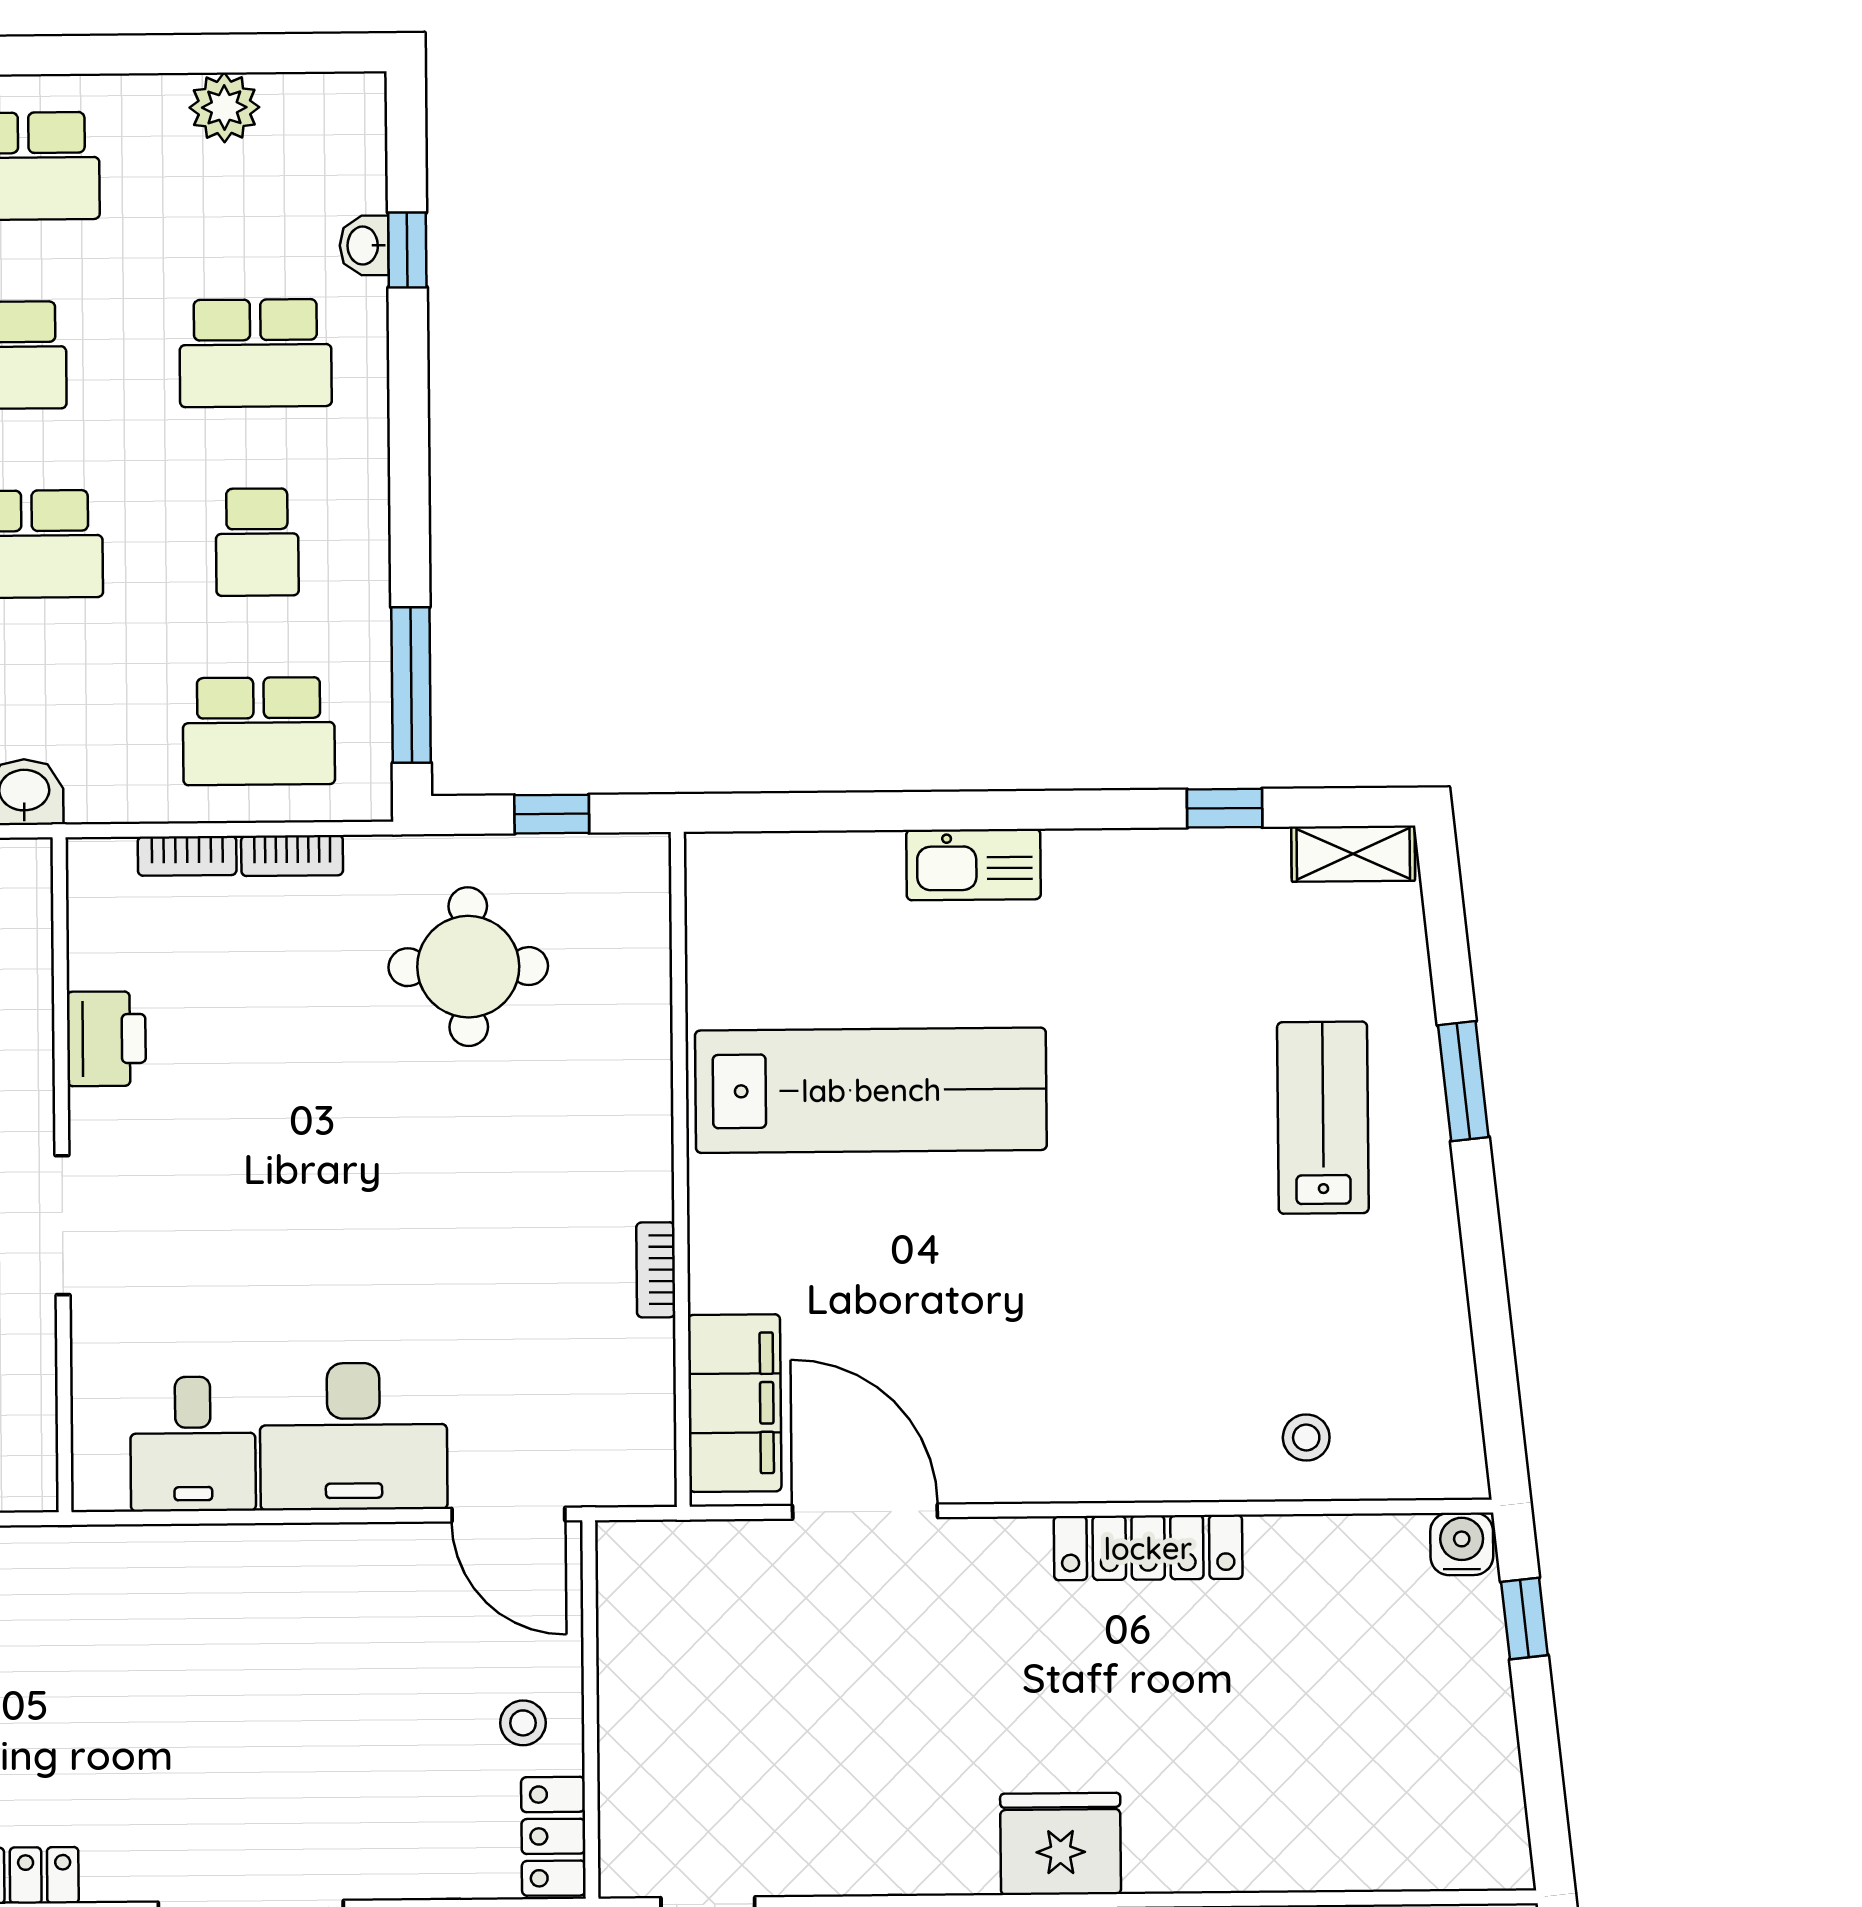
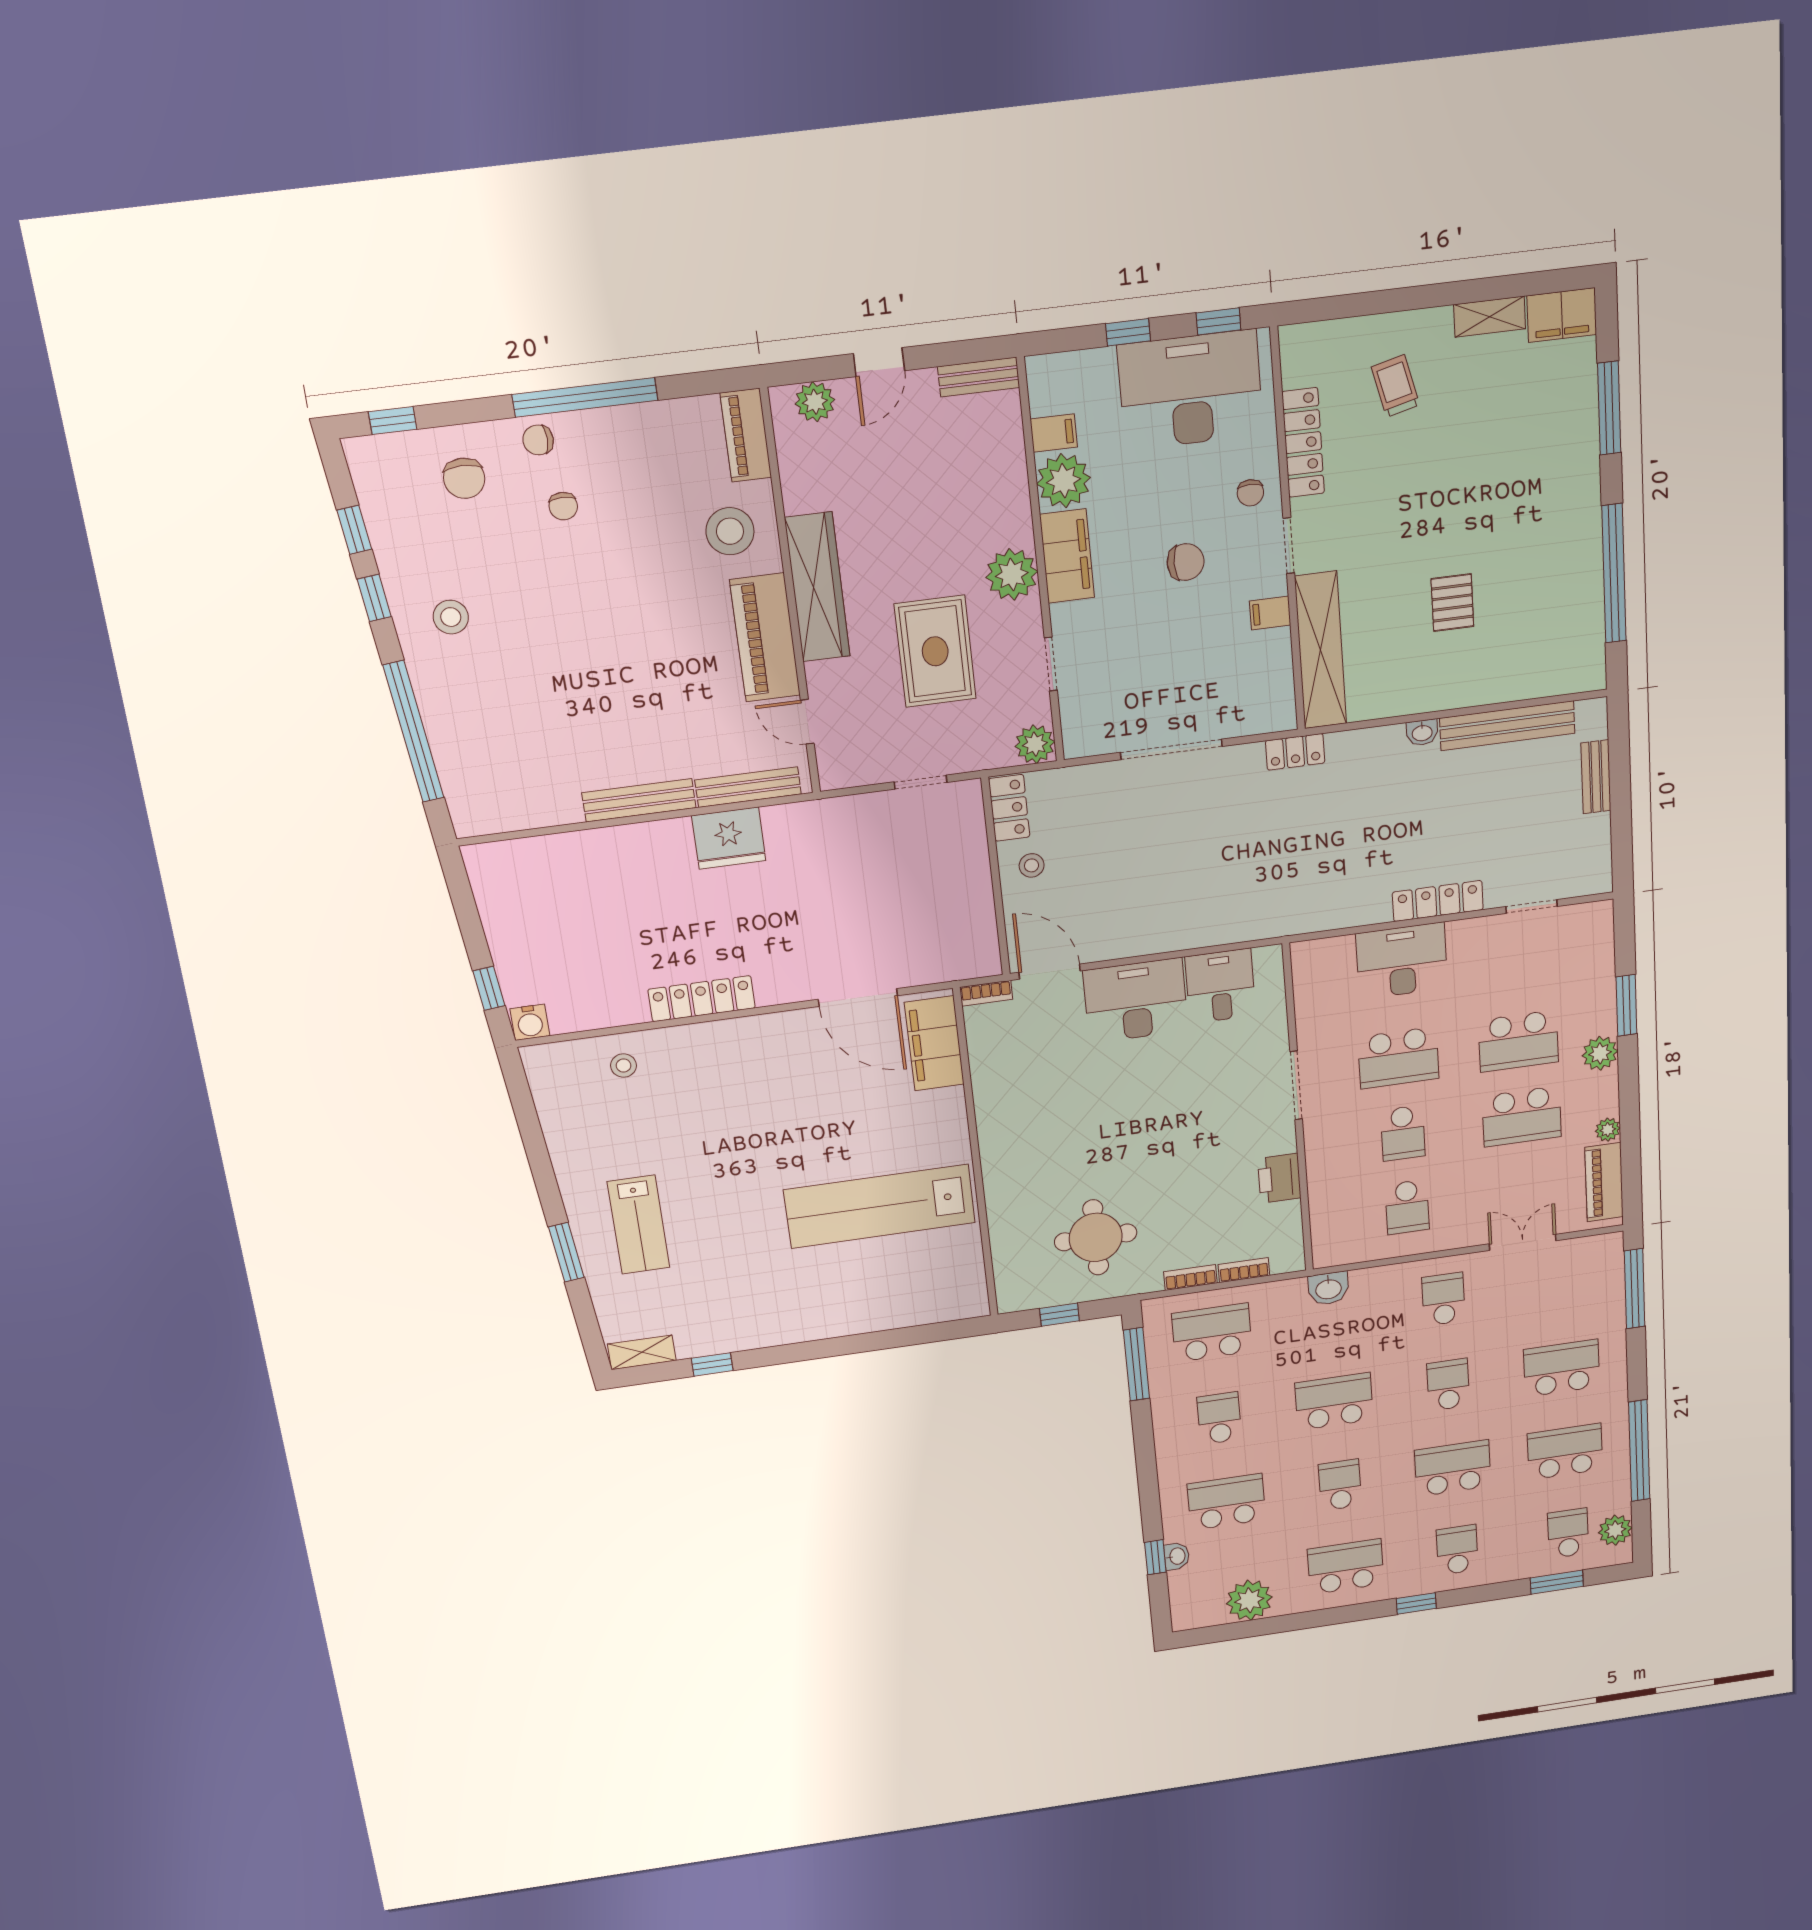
plant: (224, 107) -> (1249, 1600), width x1.36, depth x1.36
kitchen sink: (974, 865) -> (839, 1321), removed
bookcase: (656, 1270) -> (986, 993), moved, turned 90

